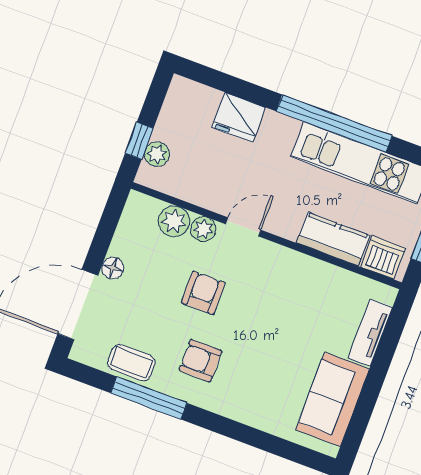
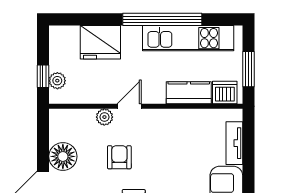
fridge: (239, 117) -> (100, 42), width x1.36, depth x1.34
plant: (174, 221) -> (84, 119), removed
floor lamp: (113, 268) -> (63, 156), width x1.89, depth x1.89

